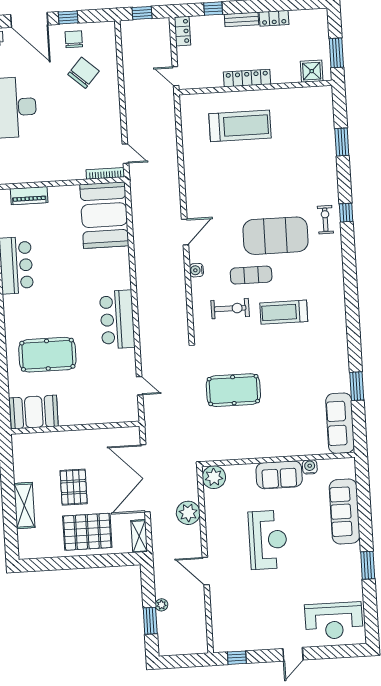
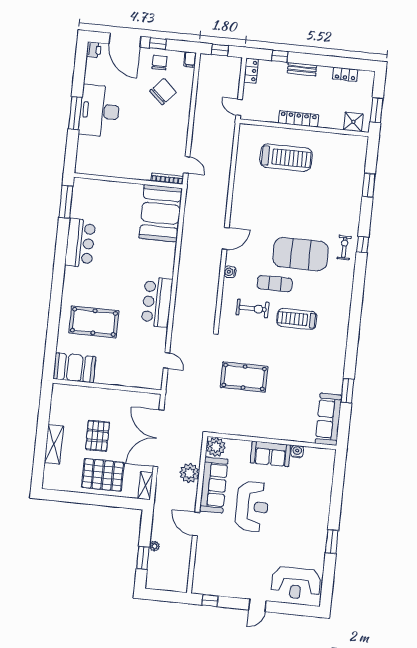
locker: (274, 18) -> (345, 74), moved
filing cabinet: (109, 30) -> (190, 60), added
piano: (29, 196) -> (101, 187), removed
sofa: (345, 511) -> (214, 485), moved, turned 180

